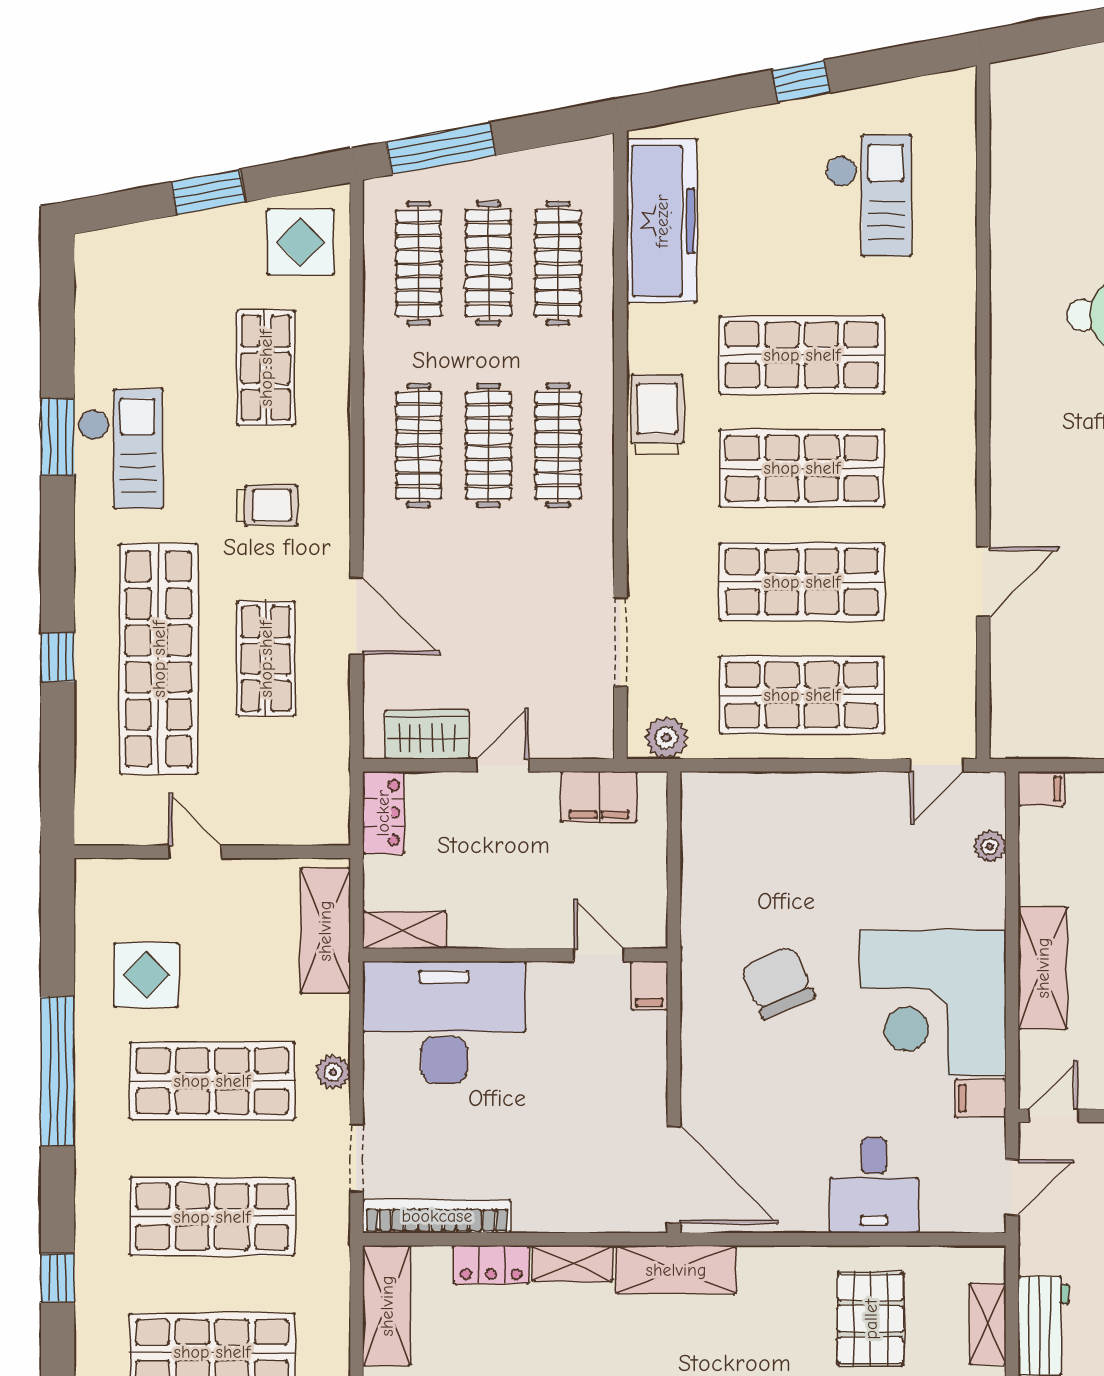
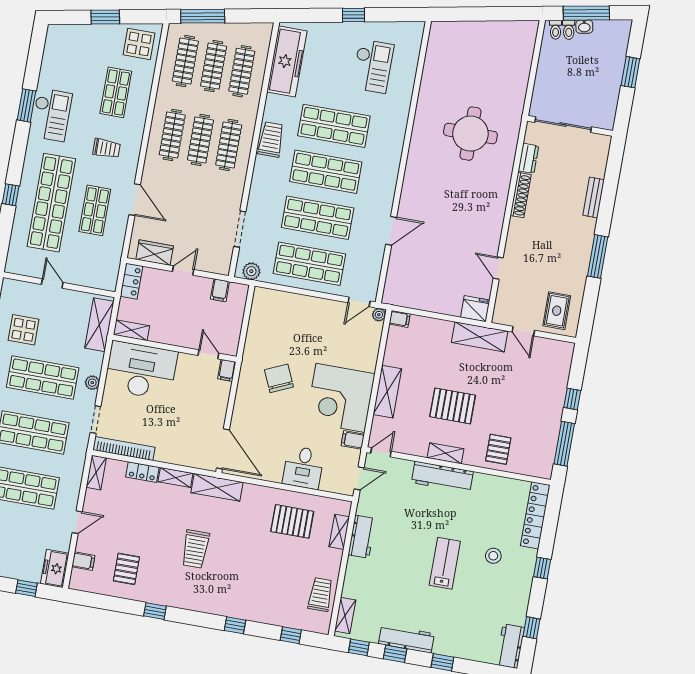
filing cabinet: (599, 797) -> (220, 290), width x0.50
plant: (990, 846) -> (379, 315), moved
shelving: (387, 1306) -> (96, 473), width x0.67, depth x0.75
pallet: (871, 1319) -> (292, 521), turned 90

